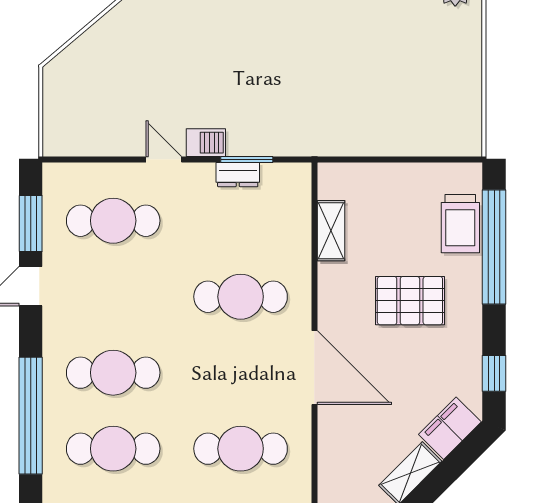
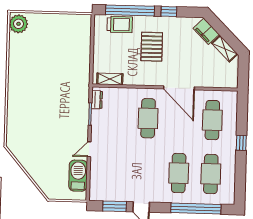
barbecue: (206, 143) -> (78, 176), moved, width x1.88, depth x1.53
dresser: (238, 175) -> (97, 100), moved
cafe table: (113, 221) -> (114, 171), removed
shelving: (331, 231) -> (110, 79), moved
door: (314, 368) -> (179, 88), swing flipped
window: (494, 373) -> (169, 12), moved

